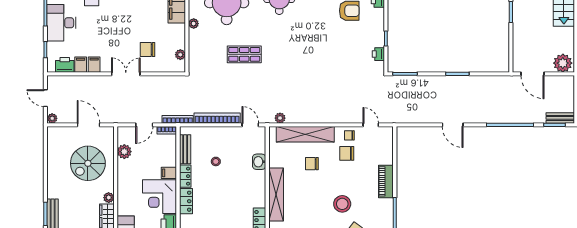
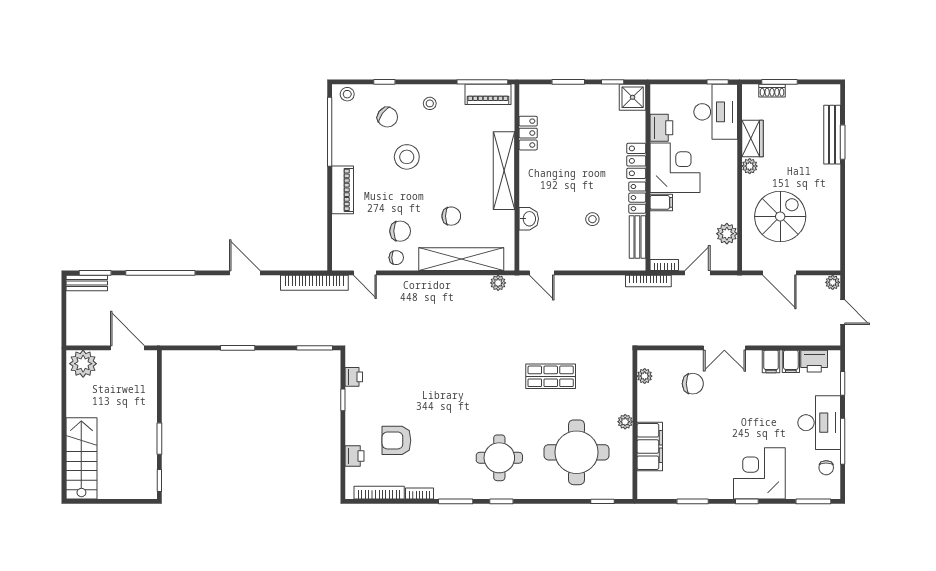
bookcase: (217, 118) -> (314, 283), moved

